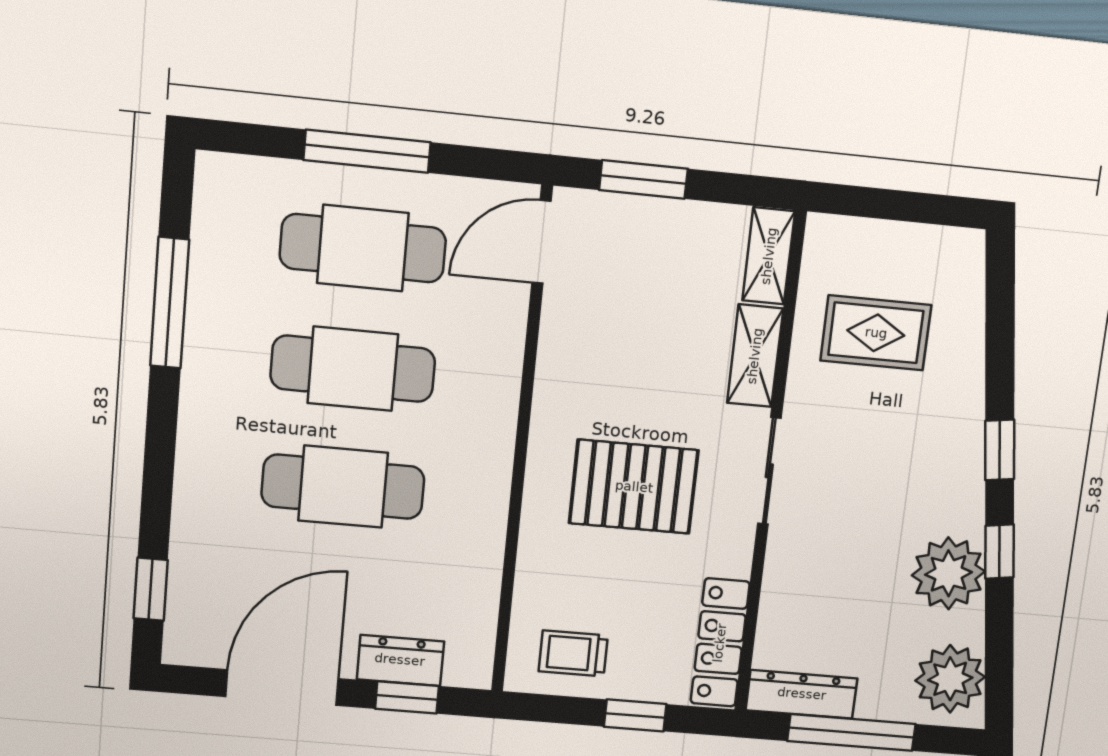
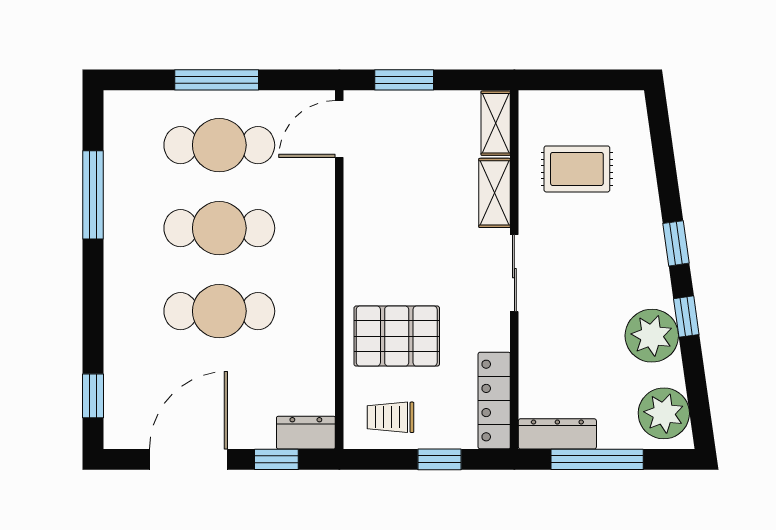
pallet: (634, 487) -> (397, 336), moved
dresser: (400, 660) -> (306, 433), moved

